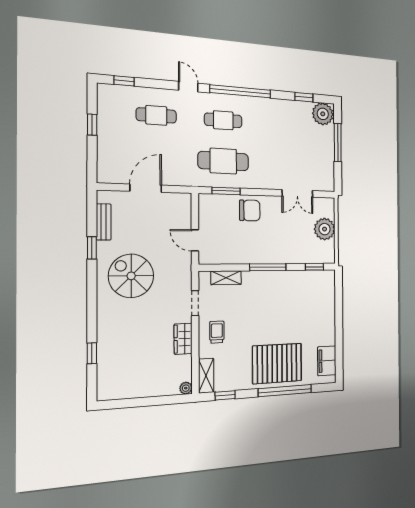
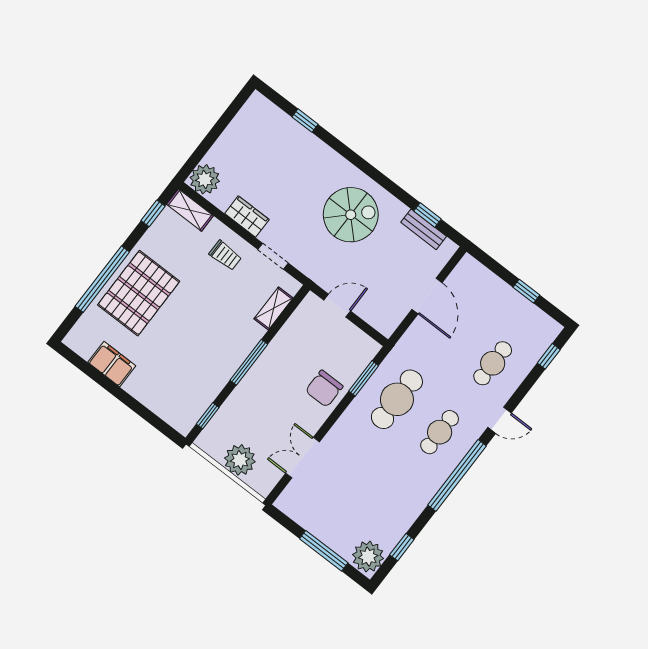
window: (92, 248) -> (428, 215), moved
filing cabinet: (327, 361) -> (112, 364), moved
plant: (186, 388) -> (205, 179), width x1.87, depth x1.87

